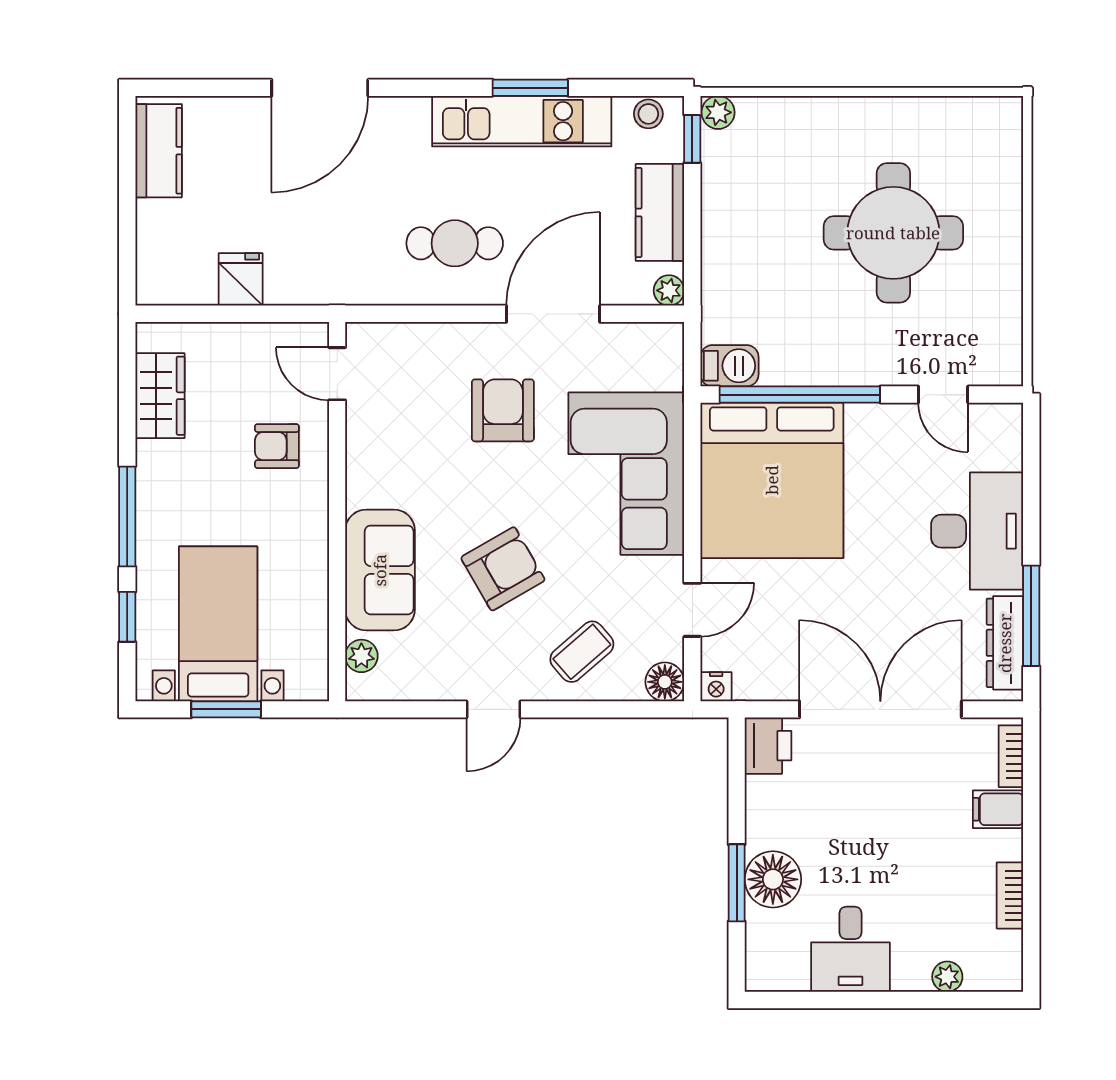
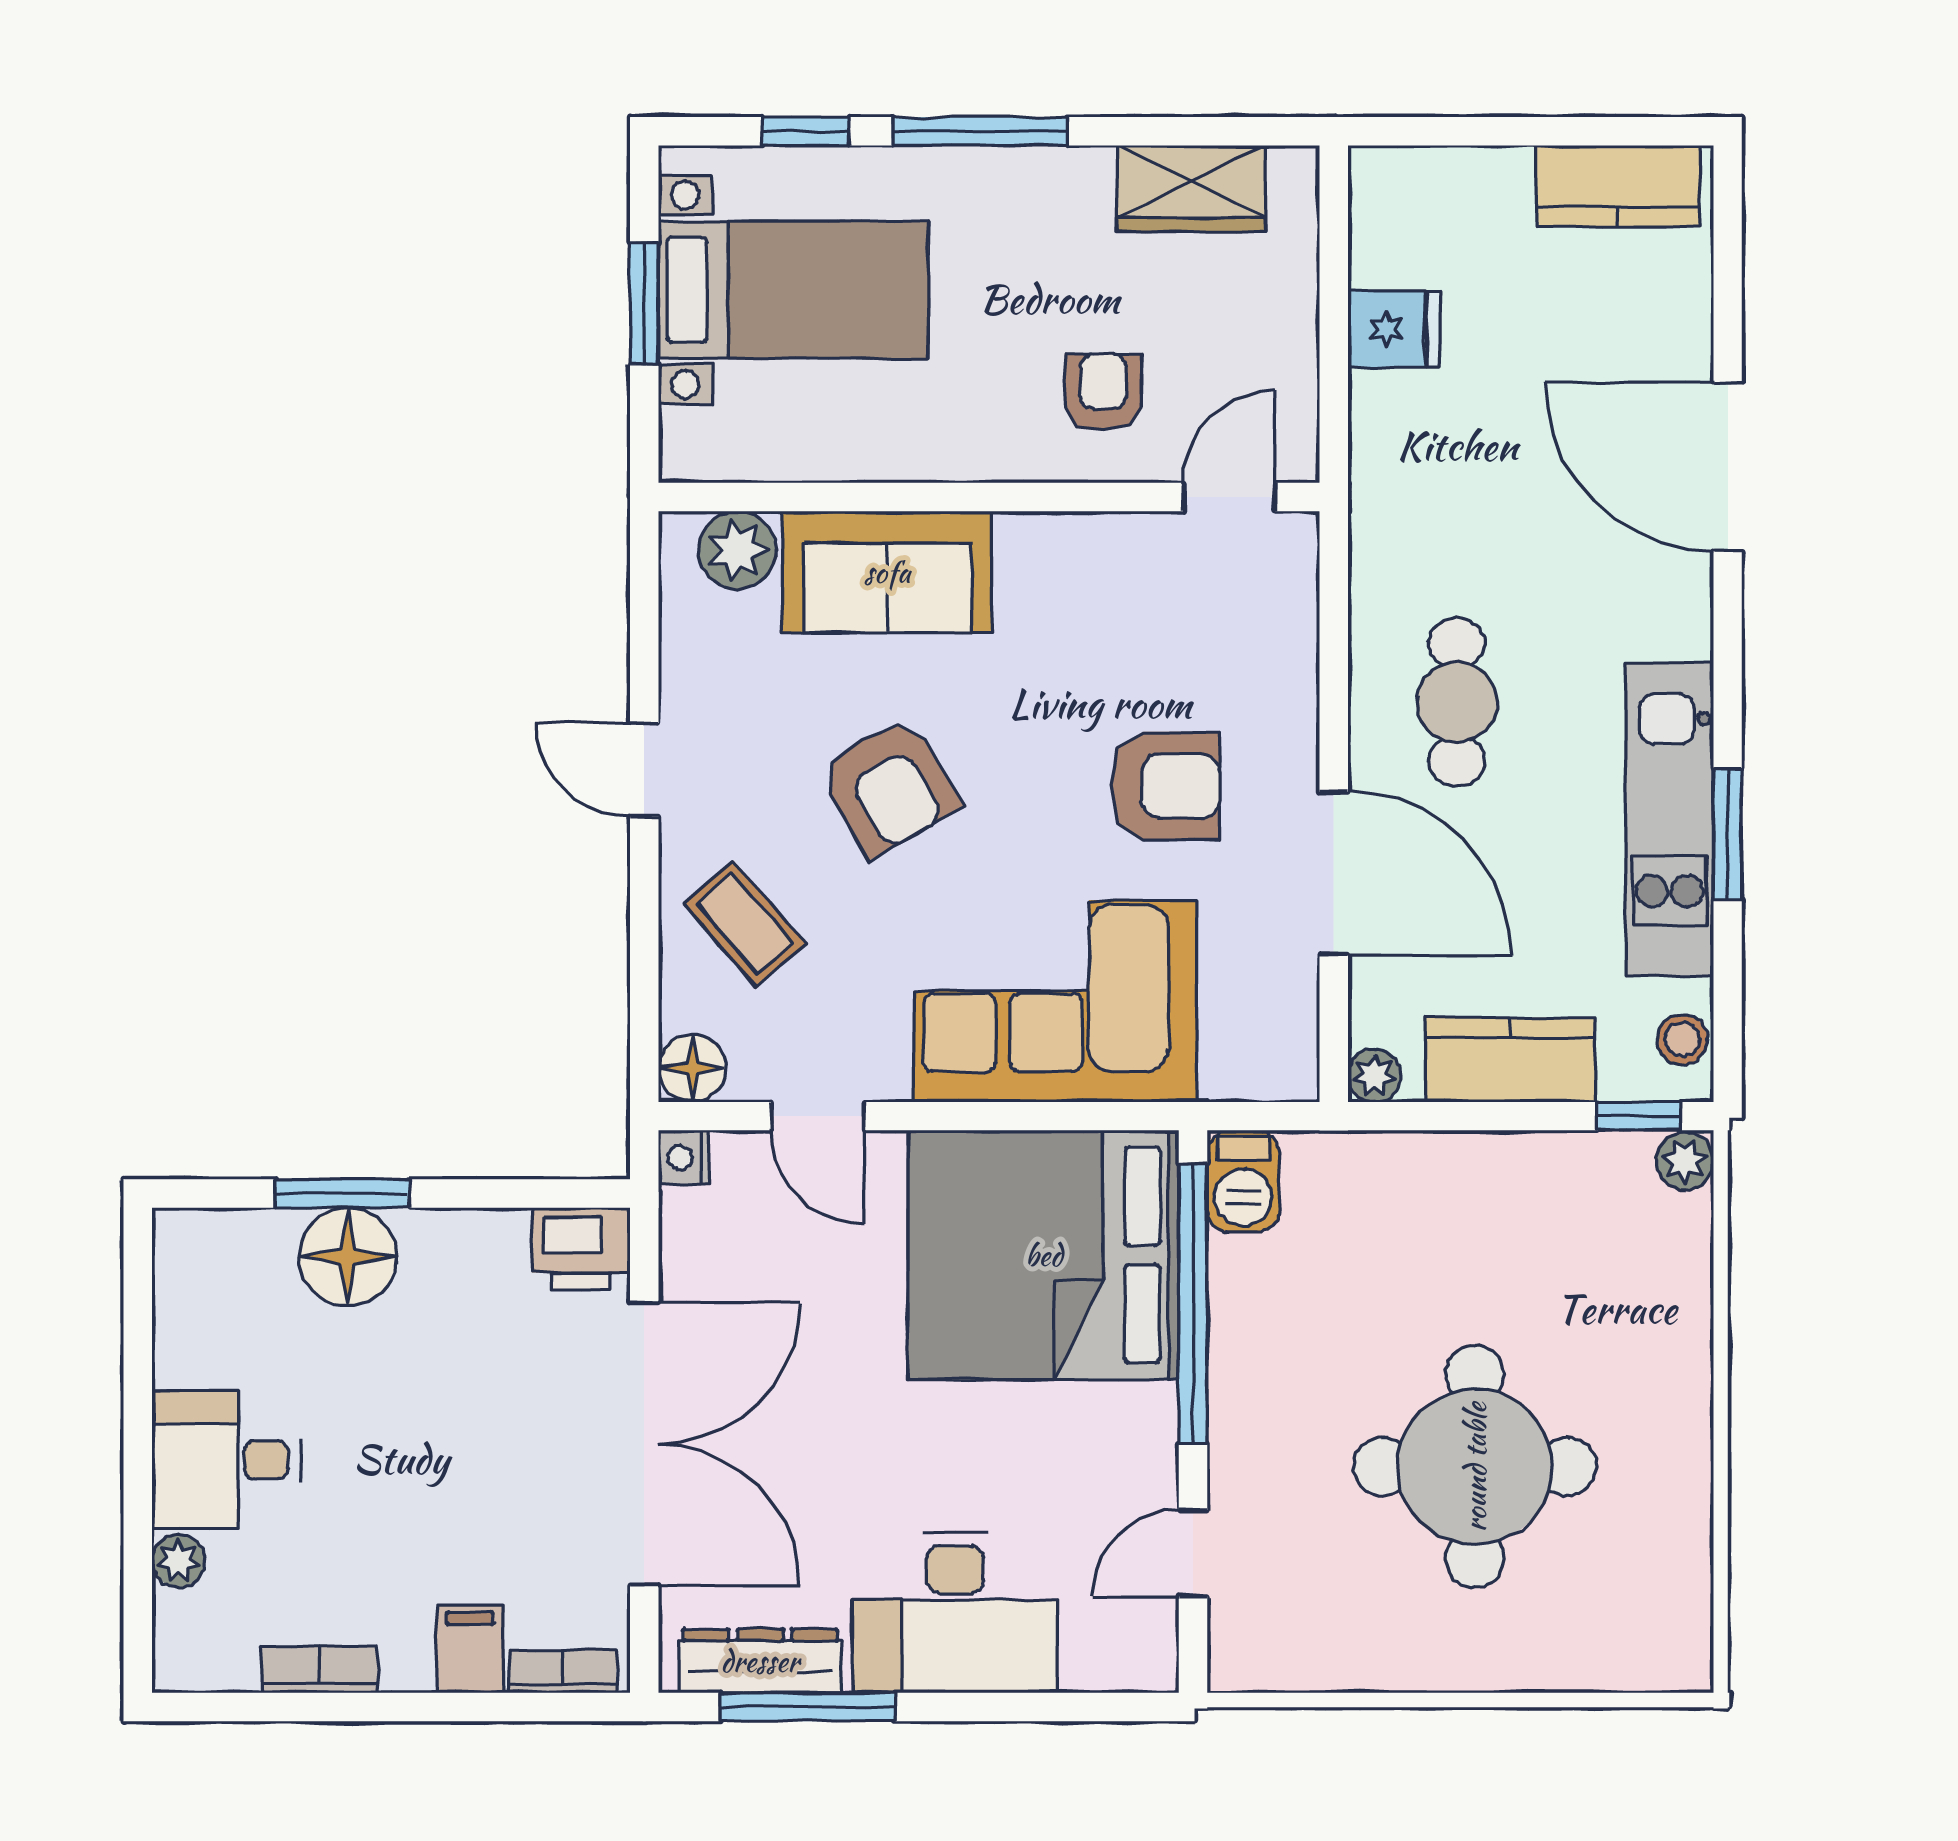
plant: (361, 656) -> (737, 550), width x1.38, depth x1.38
desk: (850, 949) -> (226, 1460), moved

